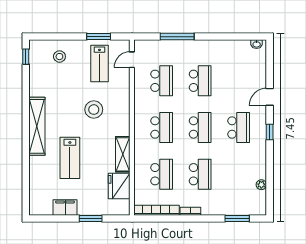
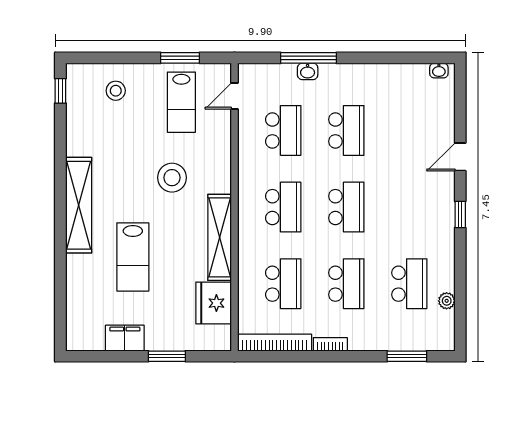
washbasin: (176, 45) -> (308, 71), added
school desk: (239, 128) -> (409, 284), moved
shelving: (123, 154) -> (220, 237), width x1.47

